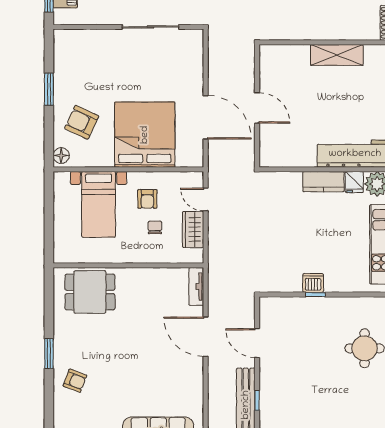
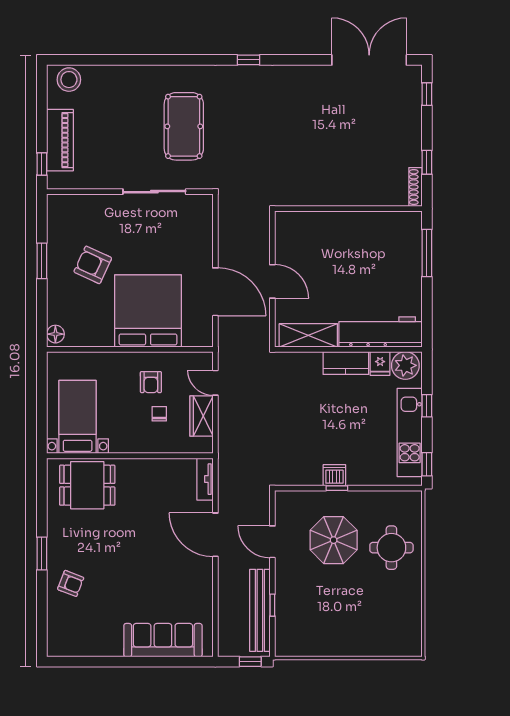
shelving: (337, 55) -> (308, 335), moved
armchair: (82, 122) -> (93, 265), moved
bed with nightstands: (99, 204) -> (78, 417), moved, turned 180
parasol: (312, 342) -> (334, 540), added

